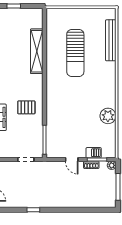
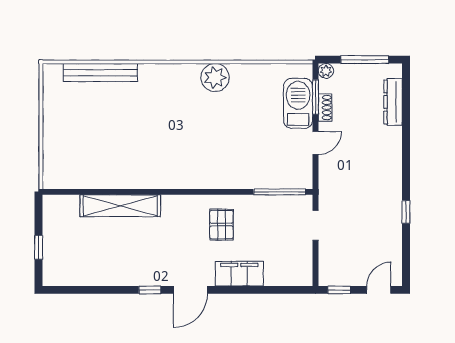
sun lounger: (75, 53) -> (123, 136), removed
plant: (108, 116) -> (215, 78), moved
barbecue: (94, 153) -> (298, 103), width x1.88, depth x1.53
dresser: (94, 203) -> (393, 102), added

